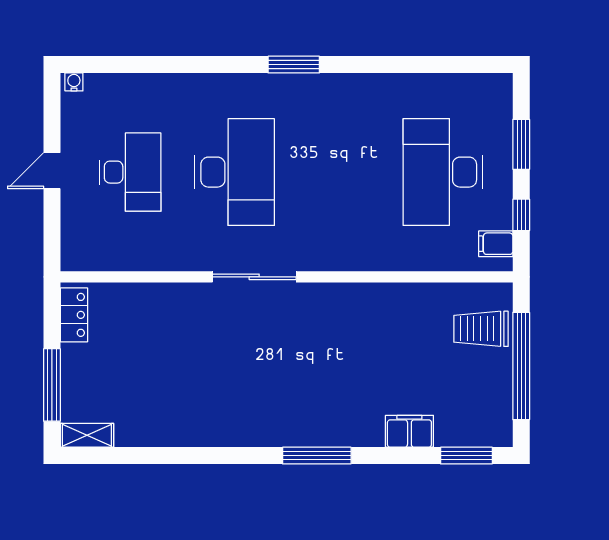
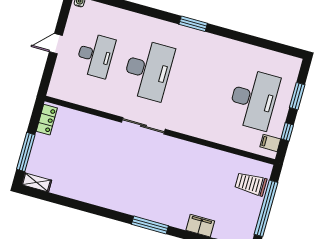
desk: (443, 172) -> (254, 99), turned 180

